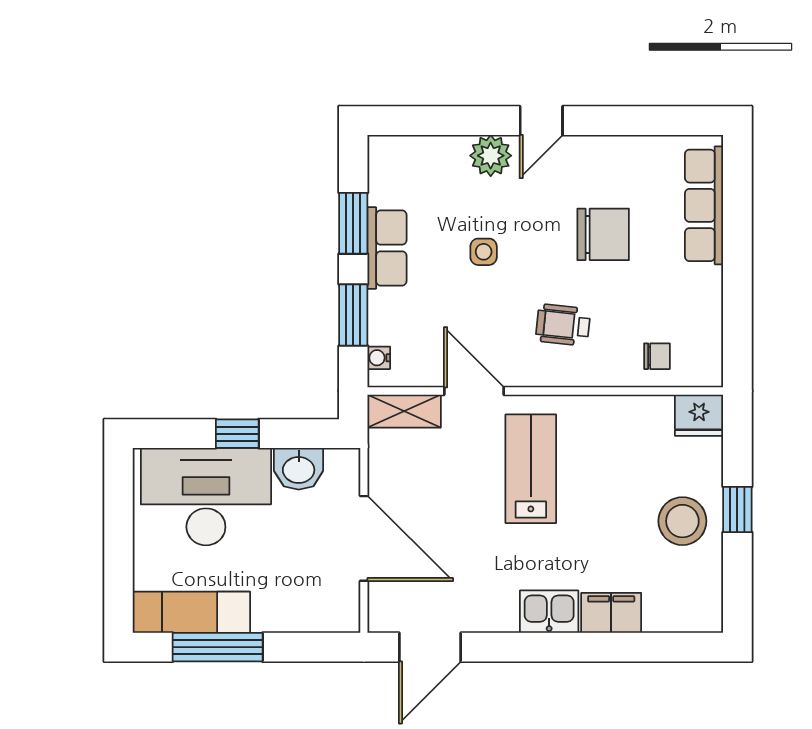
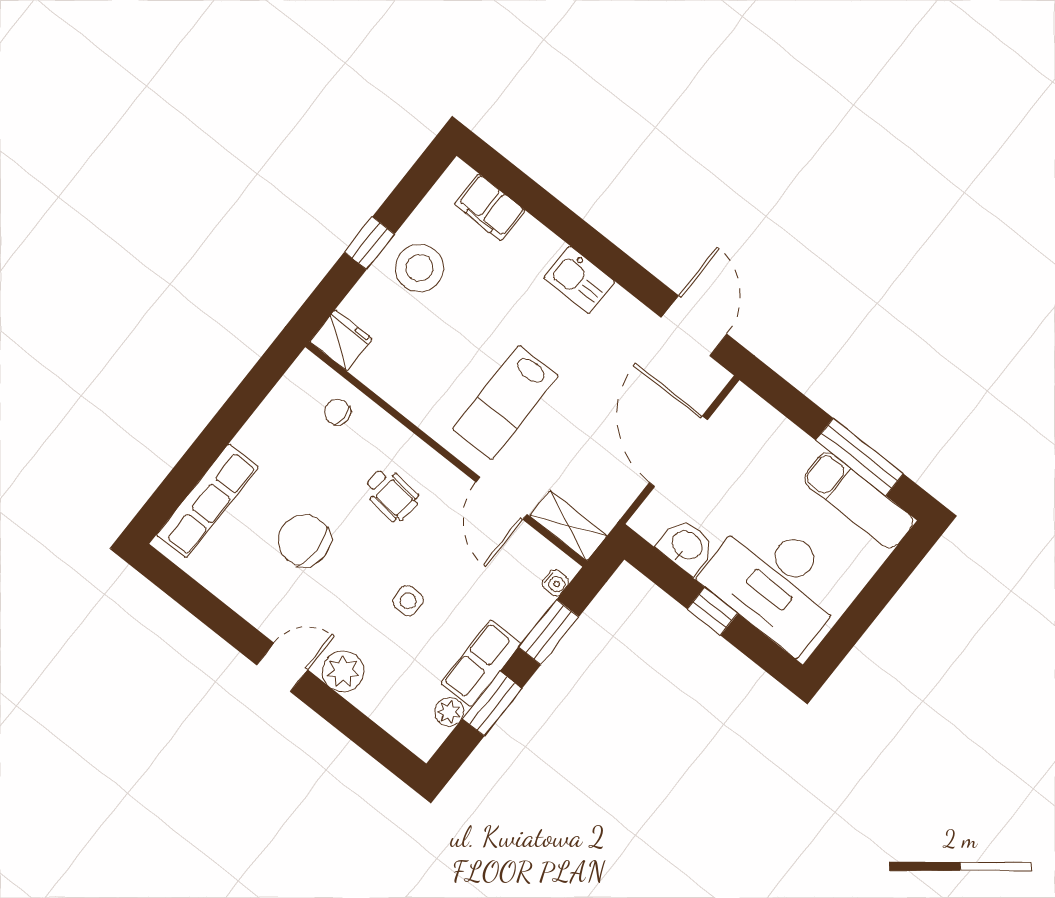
plant: (382, 190) -> (449, 712), added
filing cabinet: (611, 613) -> (490, 207), moved
door: (430, 647) -> (694, 326), hinge flipped

